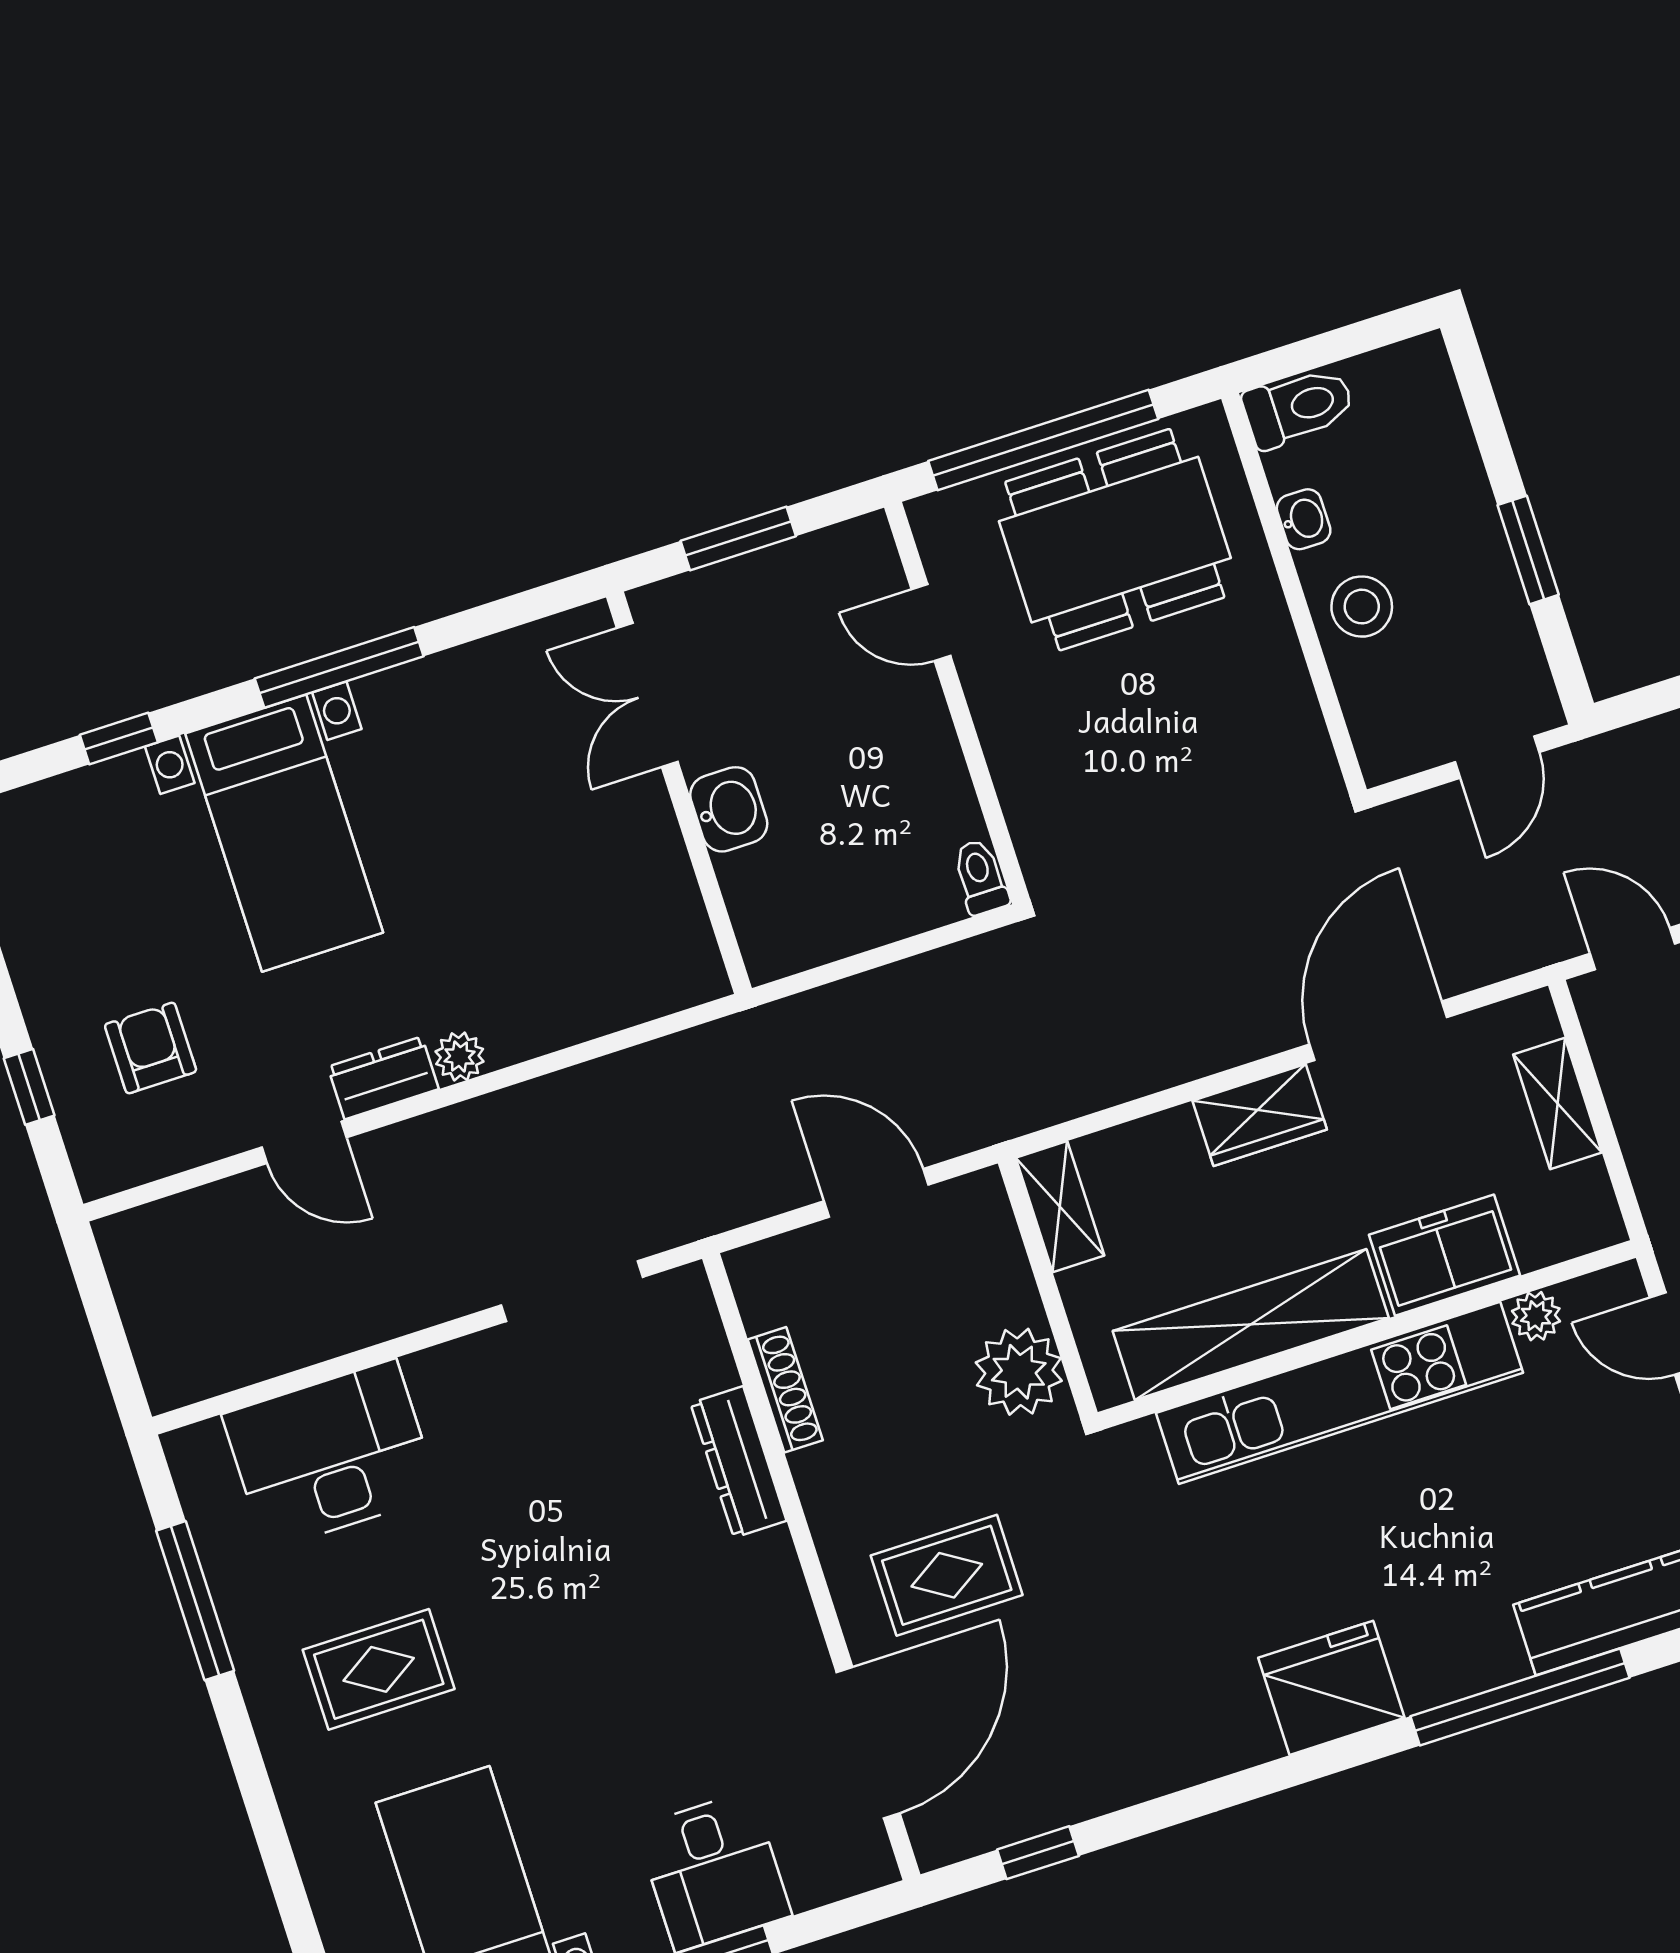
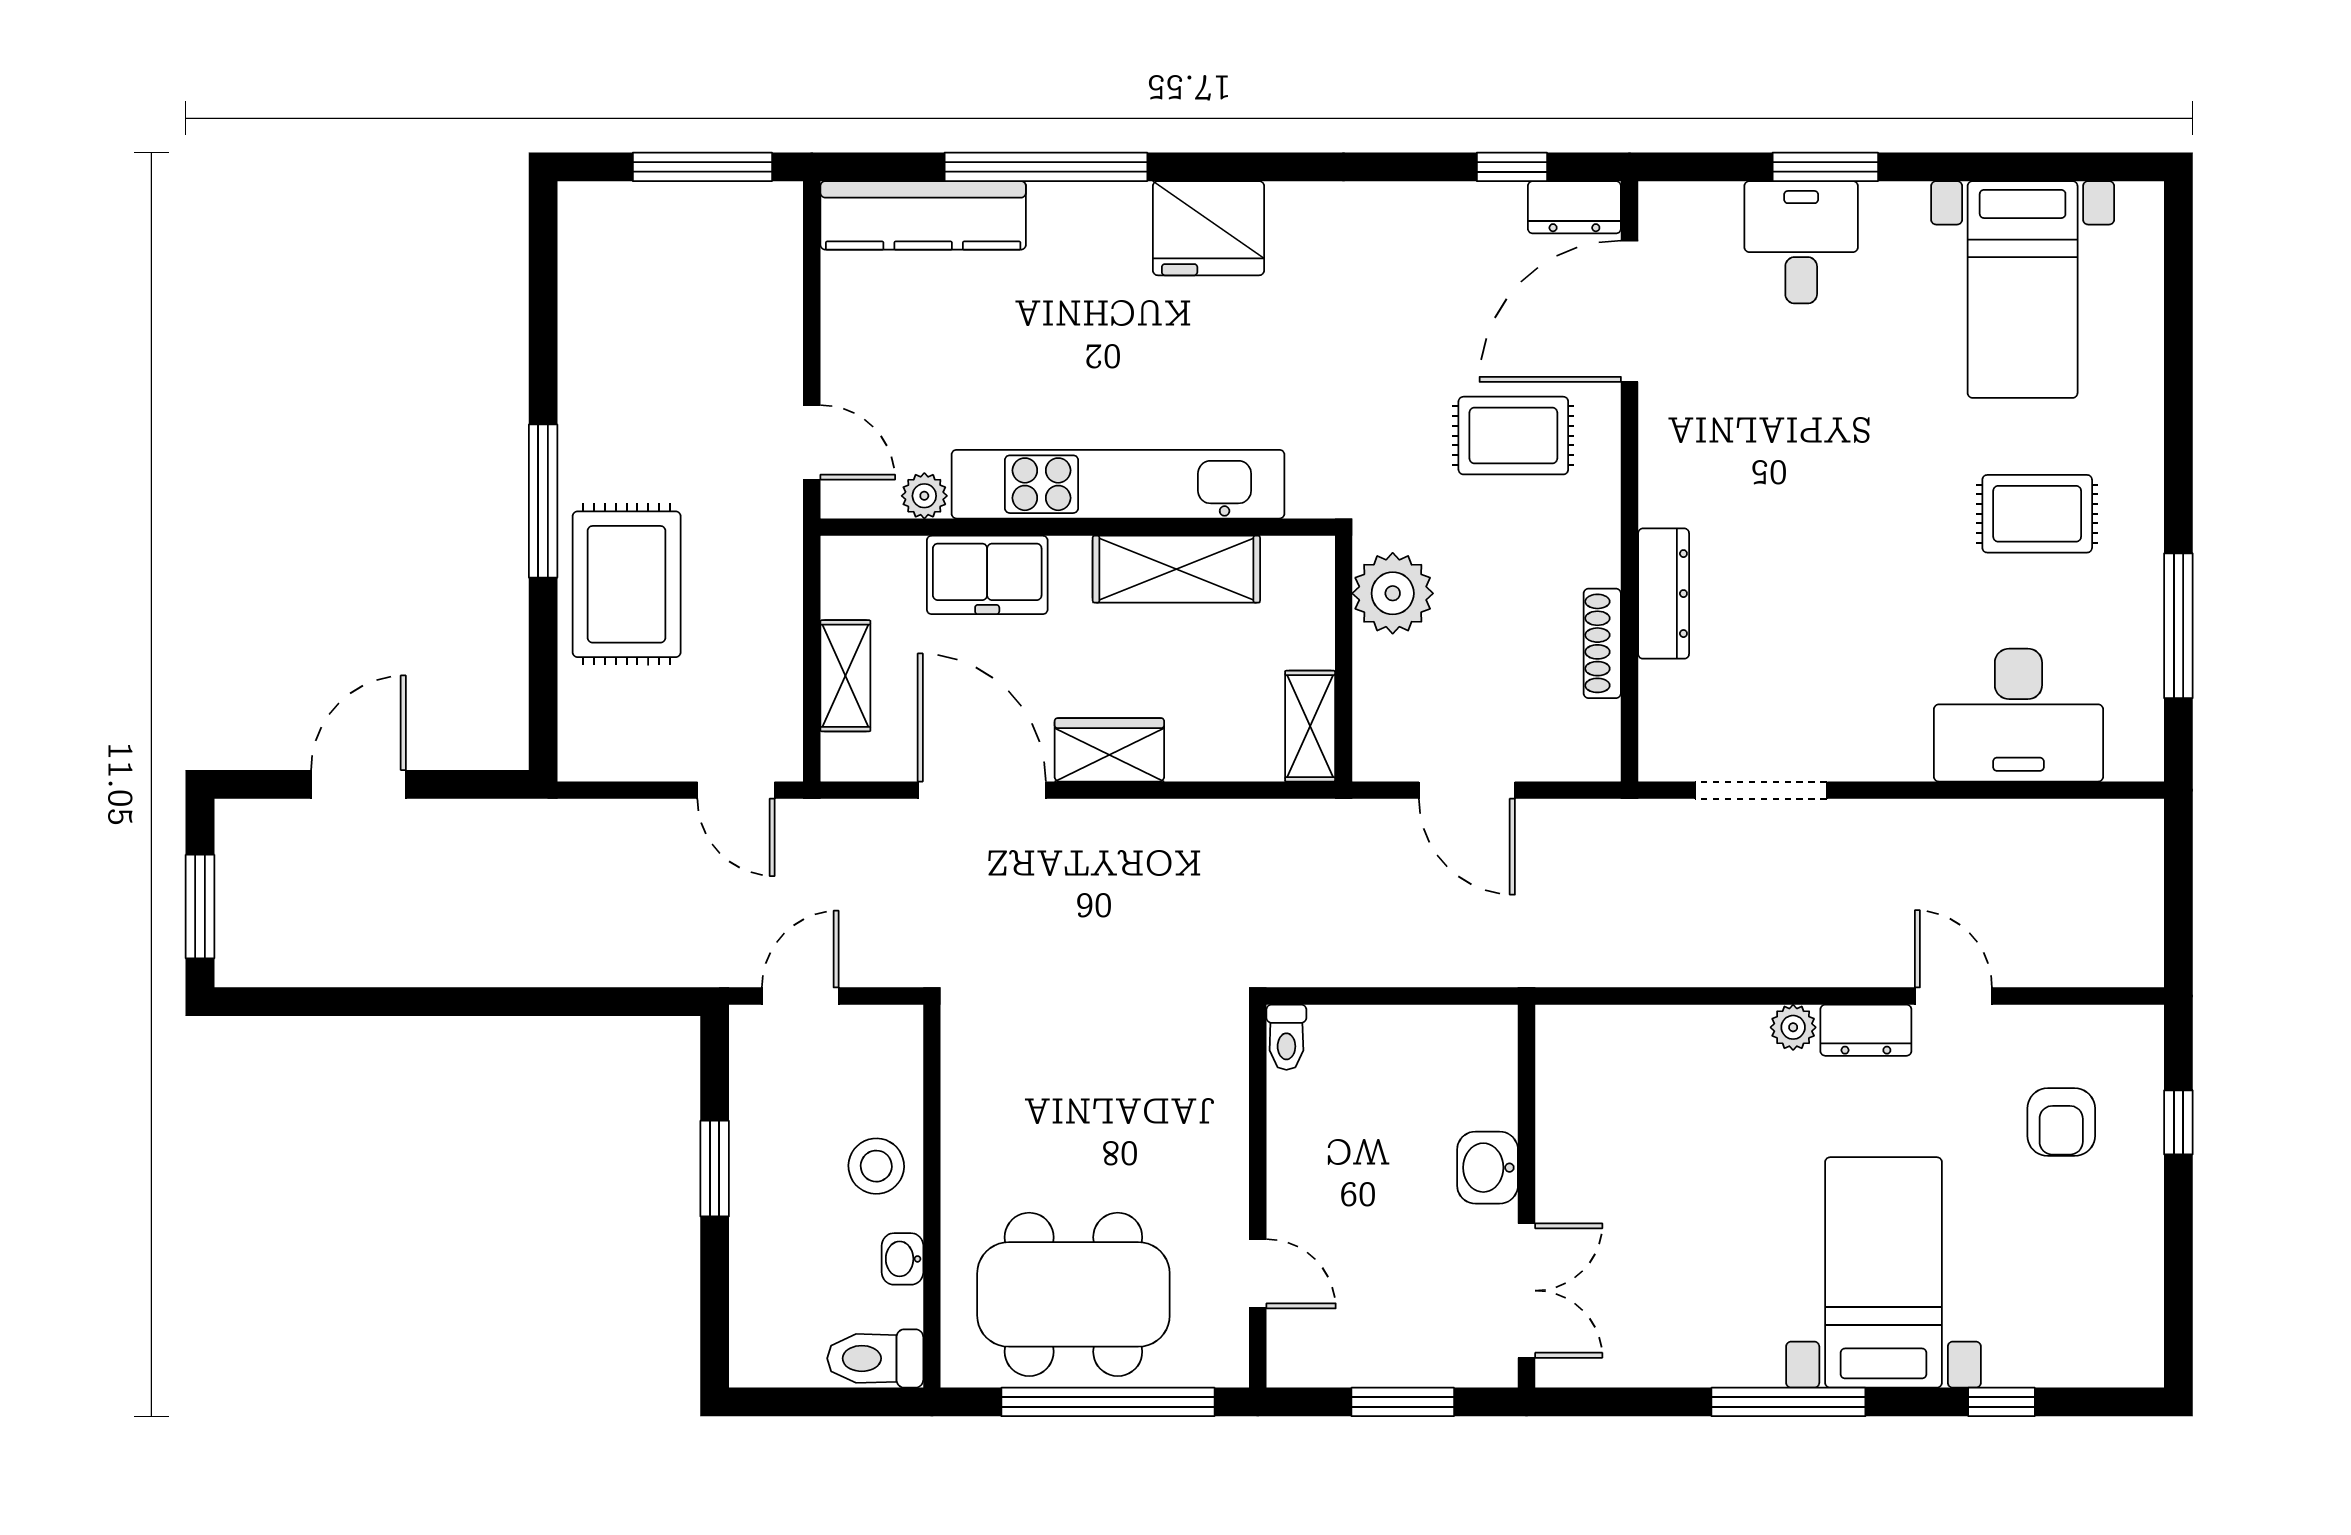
door: (1378, 1031) -> (982, 790), swing flipped
shelving: (1251, 1324) -> (1176, 569), width x0.68
dresser: (960, 1832) -> (1574, 207), added

